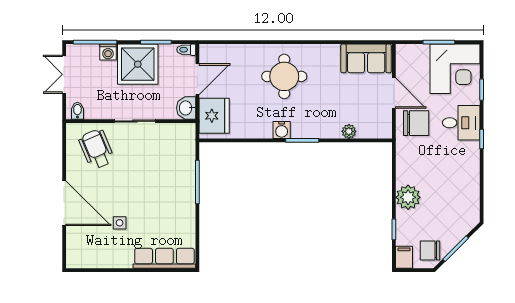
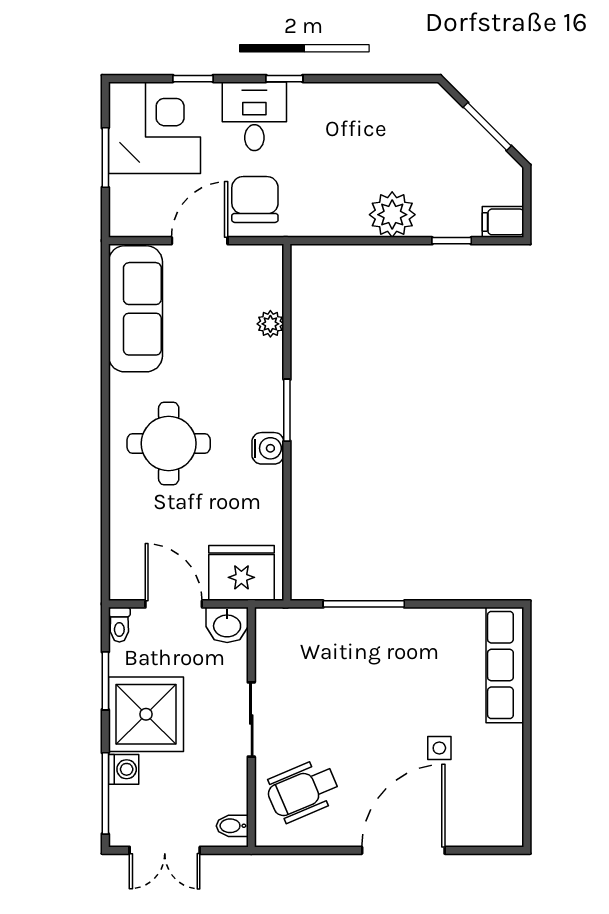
sofa: (366, 58) -> (135, 309), width x1.36
chair: (430, 251) -> (491, 174), removed

